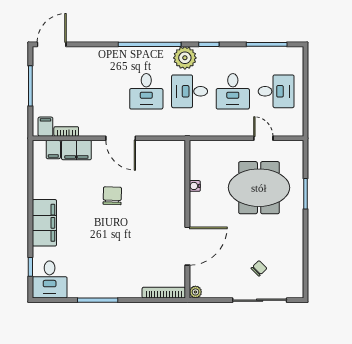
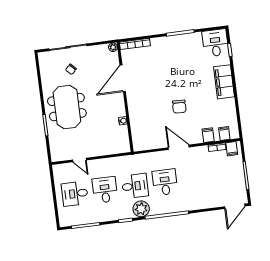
filing cabinet: (76, 150) -> (208, 135), width x0.50
meeting table: (259, 188) -> (67, 107), moved, turned 90

